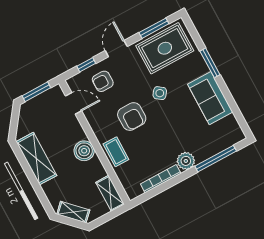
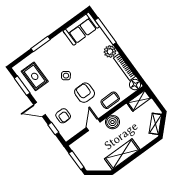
rug: (165, 48) -> (35, 76), width x0.73, depth x0.70
sofa: (210, 98) -> (81, 29), moved
door: (74, 103) -> (93, 125), moved
armchair: (132, 116) -> (85, 93), turned -90
floor lamp: (134, 190) -> (135, 85), added

